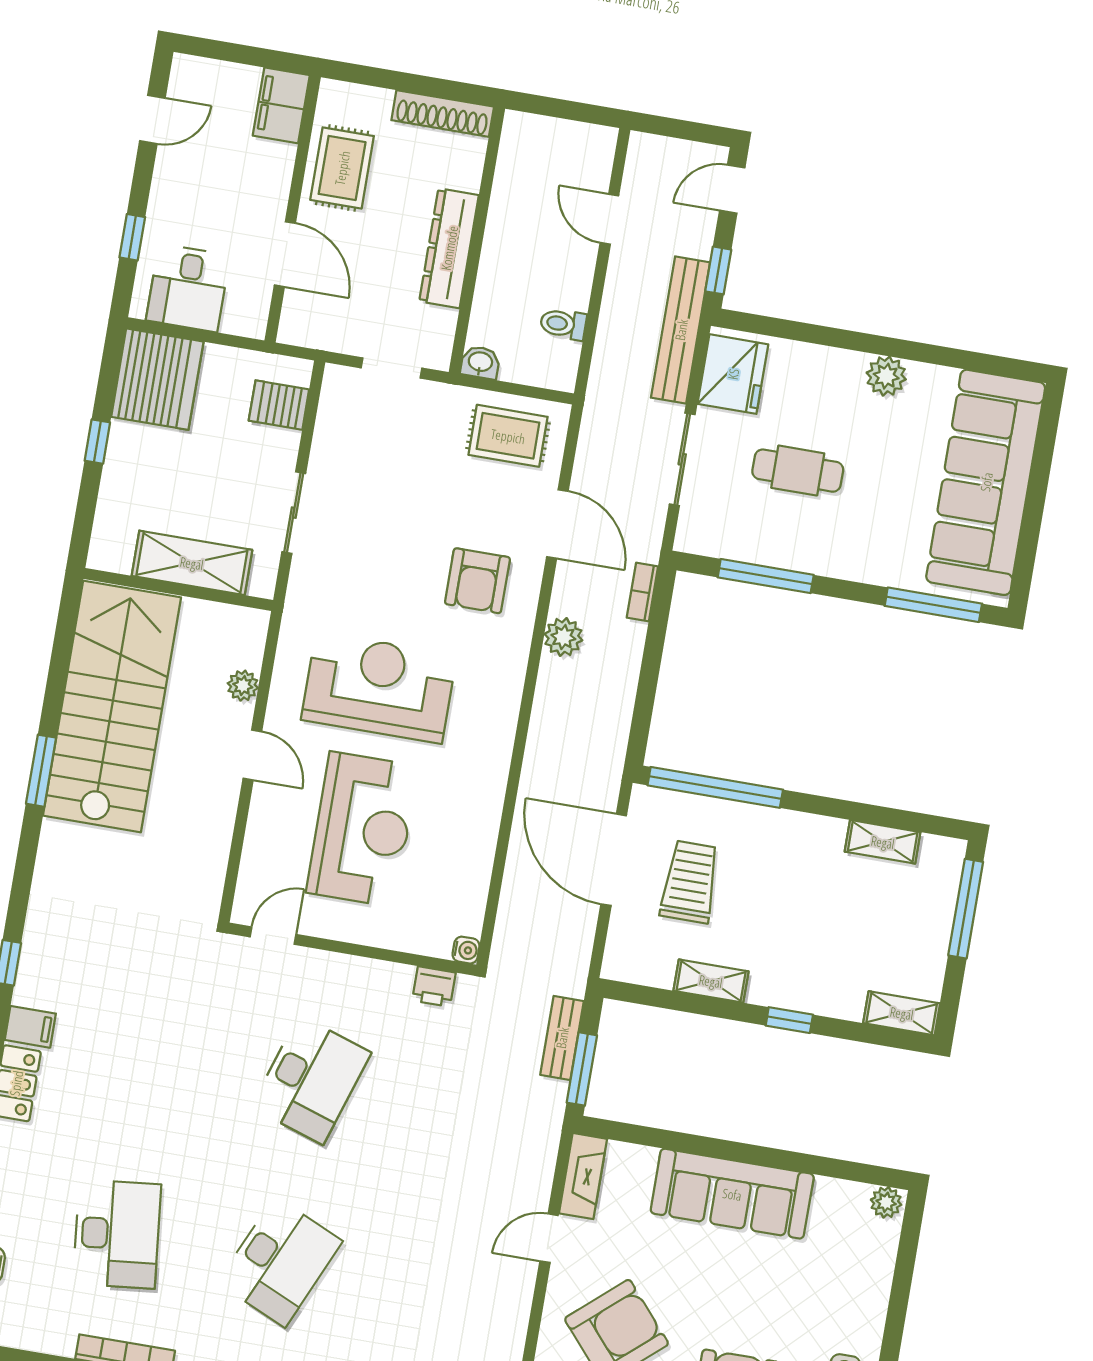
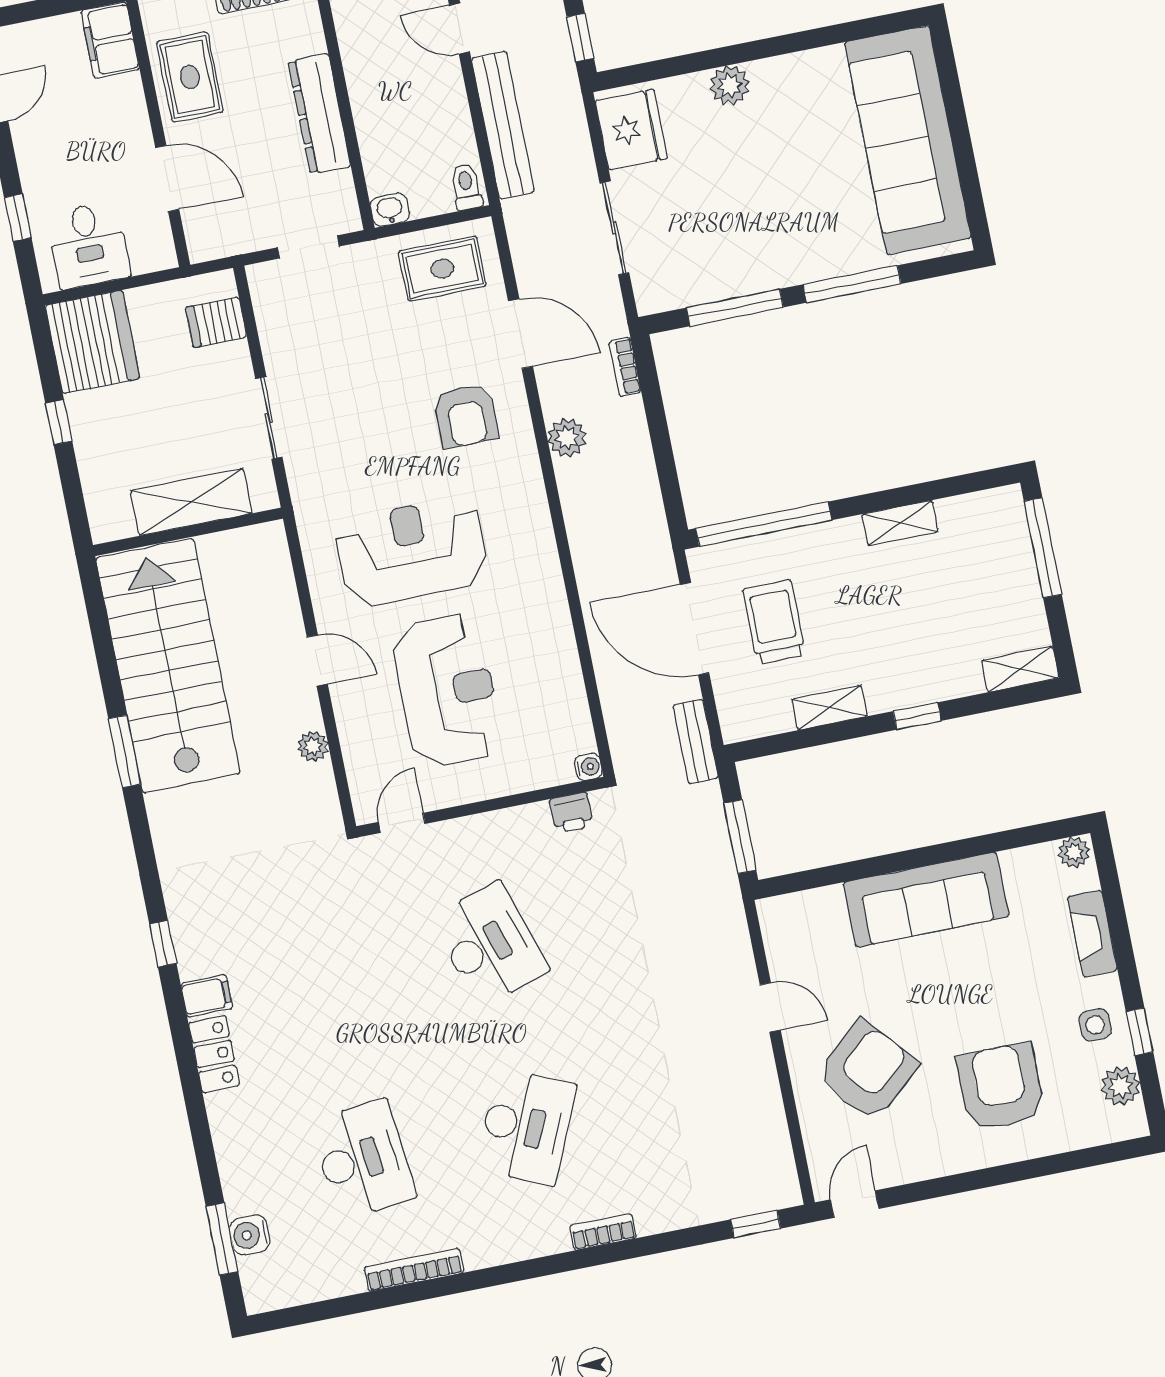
toilet: (563, 324) -> (466, 187), moved, turned 90
bench: (681, 330) -> (503, 125), moved
plant: (886, 376) -> (730, 85), moved
cafe table: (798, 471) -> (727, 197), removed
window: (933, 605) -> (852, 284), moved
plant: (243, 686) -> (313, 746), moved
shelving: (883, 842) -> (900, 523), moved
bench: (562, 1038) -> (696, 742), moved
desk: (311, 1080) -> (490, 945), turned -36
fireplace: (583, 1176) -> (1092, 934), moved, turned 180
door: (549, 1238) -> (770, 1008), swing flipped

